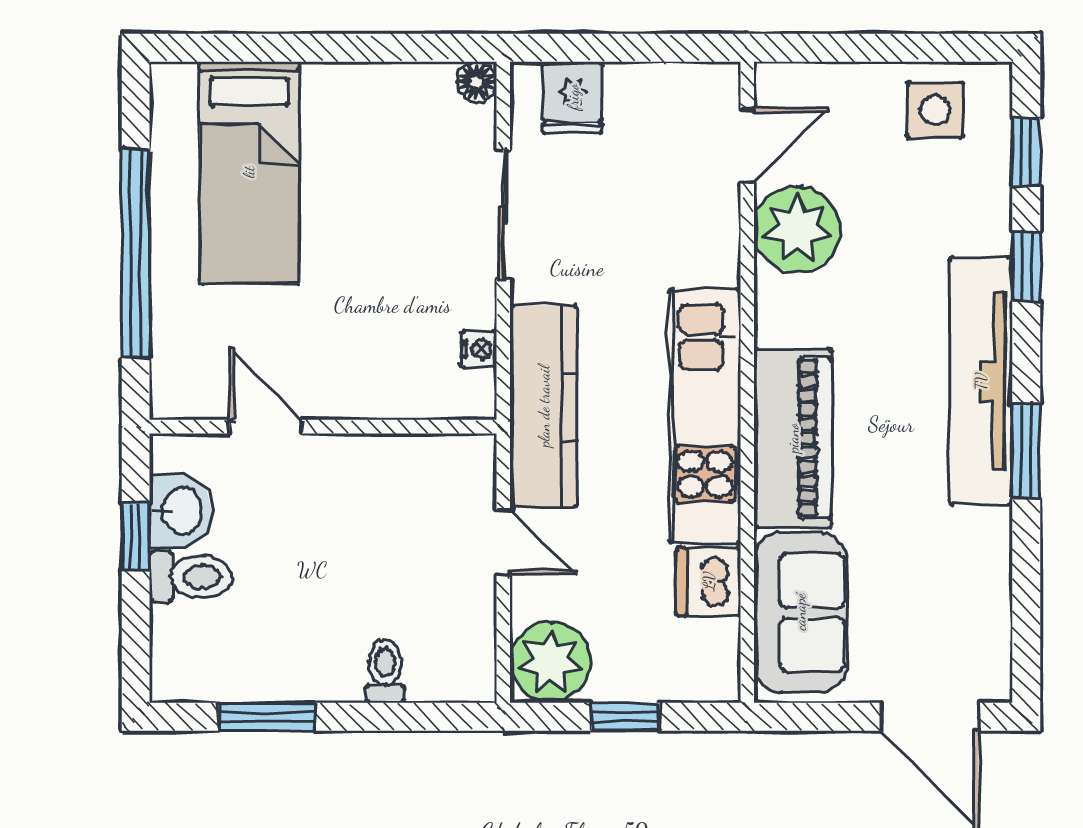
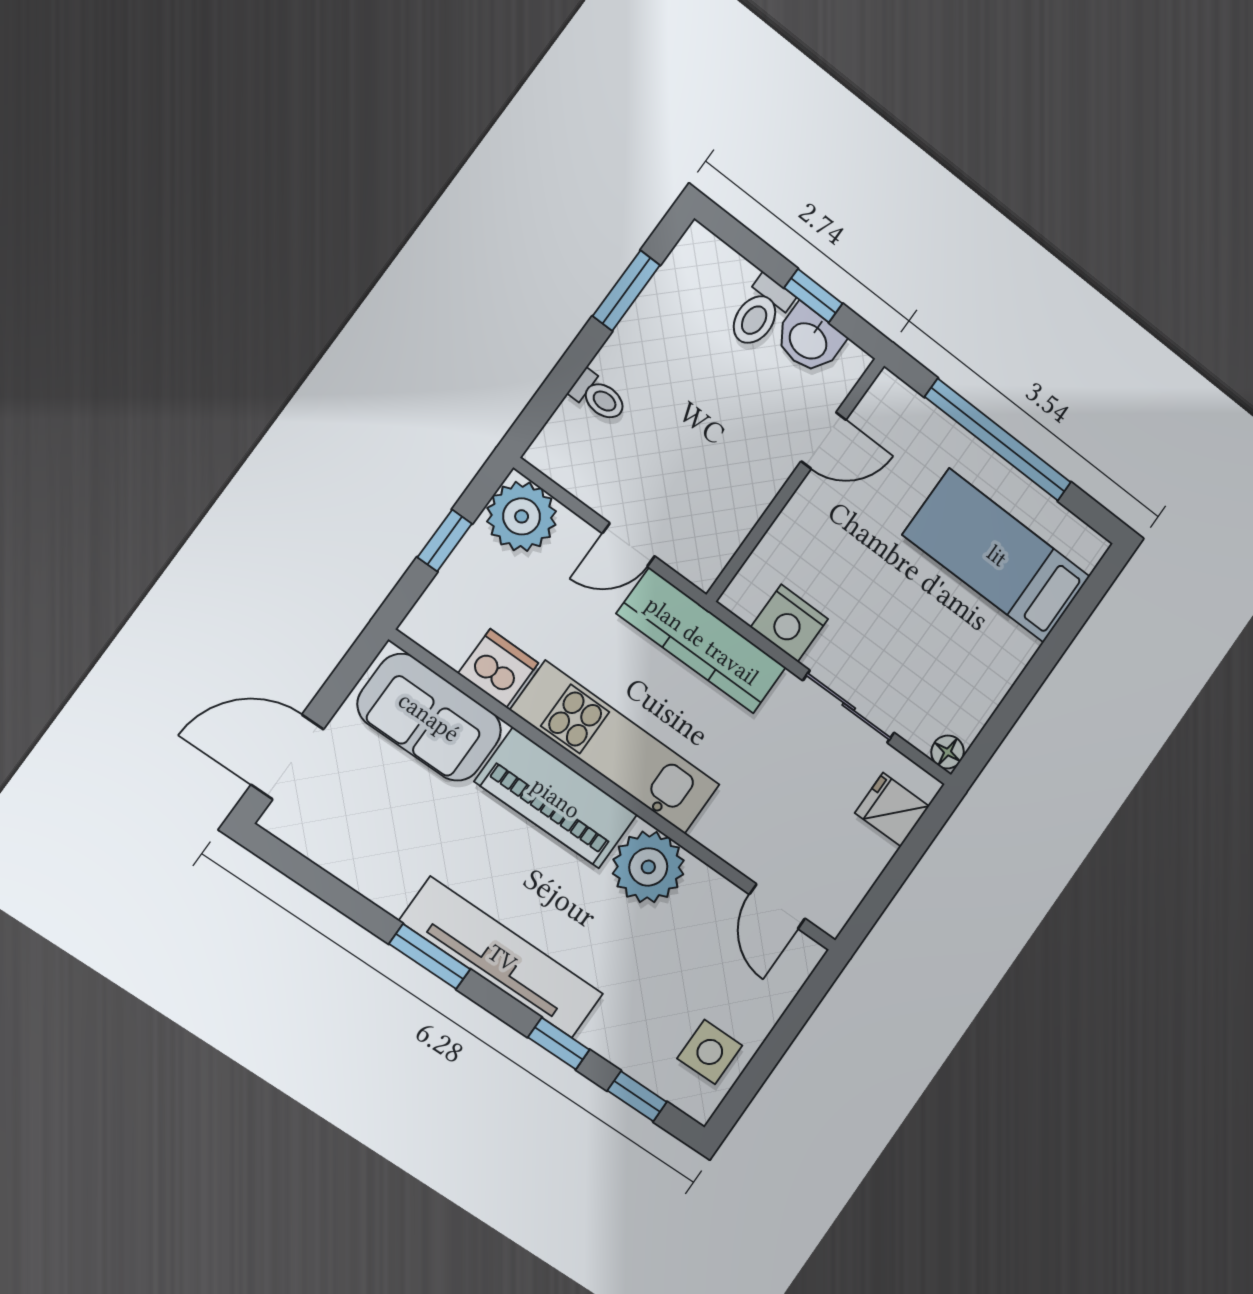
plant: (797, 229) -> (648, 867), moved
nightstand: (479, 349) -> (789, 623), width x1.89, depth x1.79

